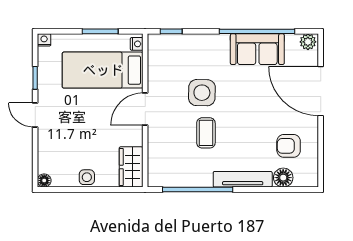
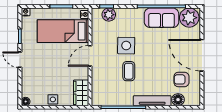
plant: (308, 42) -> (189, 18), width x1.88, depth x1.88
plant: (175, 44) -> (109, 15), added
door: (321, 91) -> (202, 55), moved

